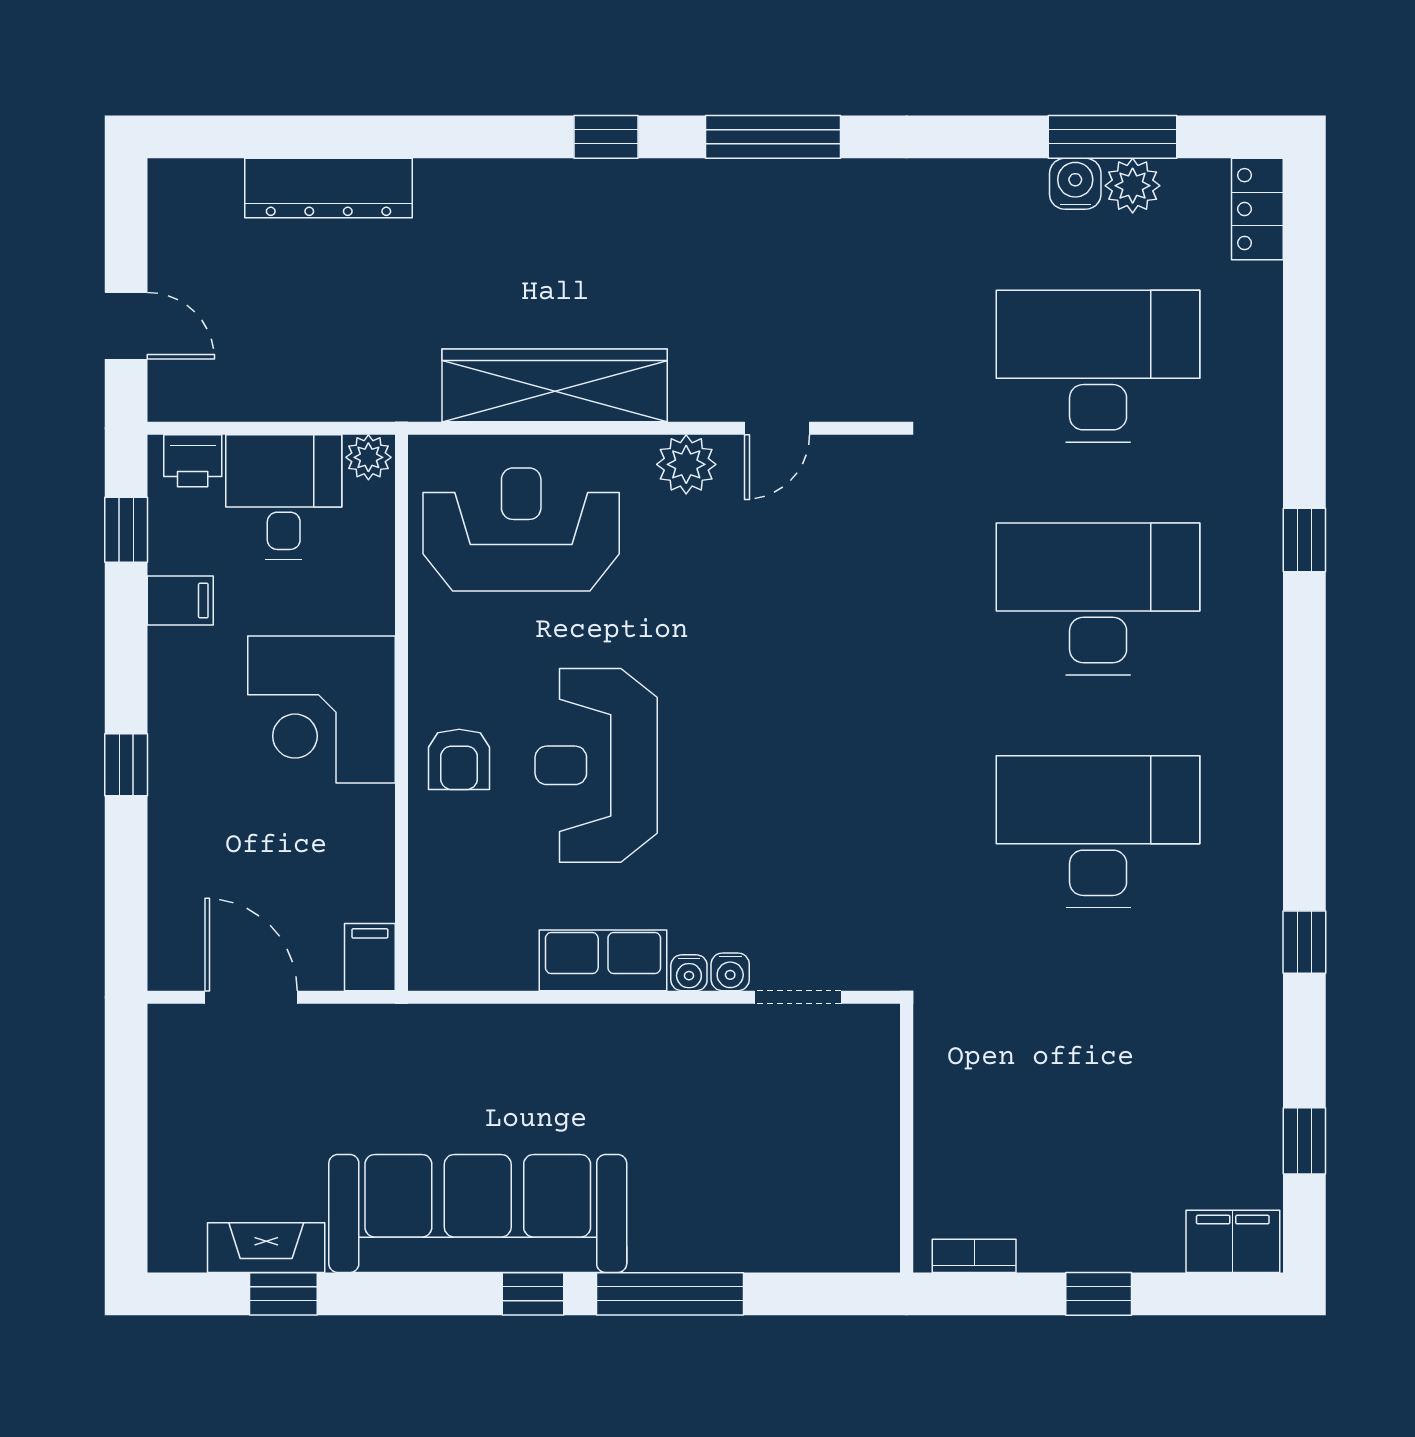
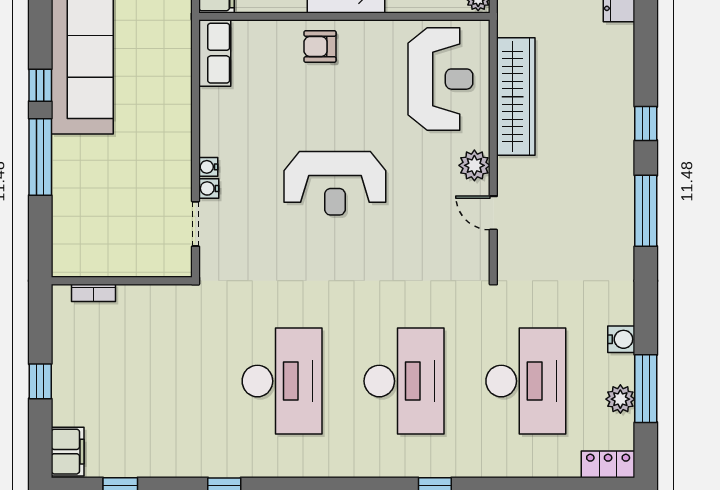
water cooler: (1075, 184) -> (621, 339), moved
reception desk: (596, 765) -> (335, 183), moved, turned 180
row of seats: (603, 960) -> (215, 53), moved
bookcase: (974, 1256) -> (93, 293), moved, turned 90

